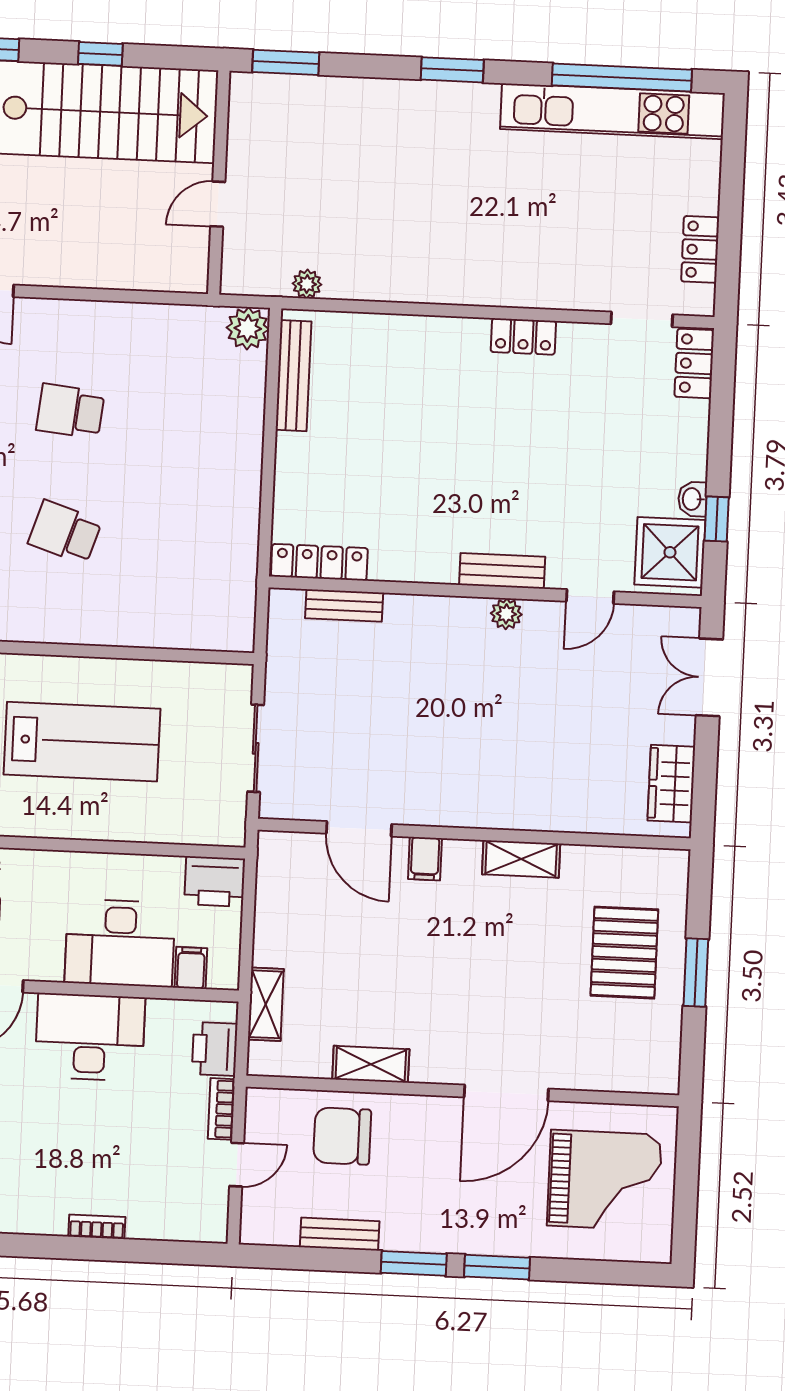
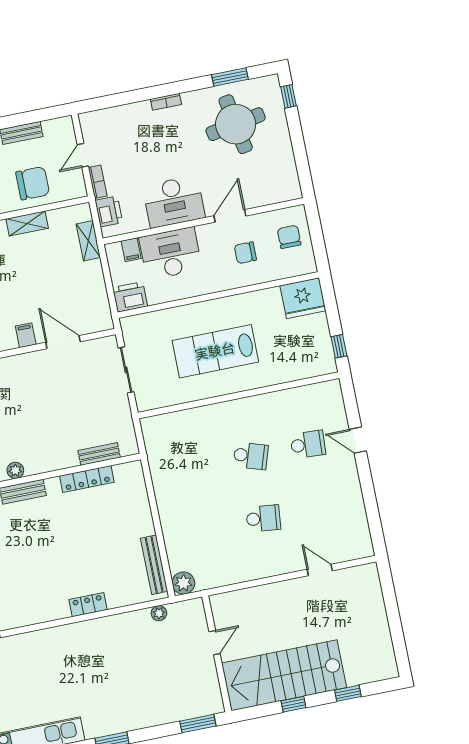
locker: (523, 336) -> (88, 605), moved
locker: (319, 562) -> (87, 479), moved
bookcase: (97, 1227) -> (166, 102), moved

